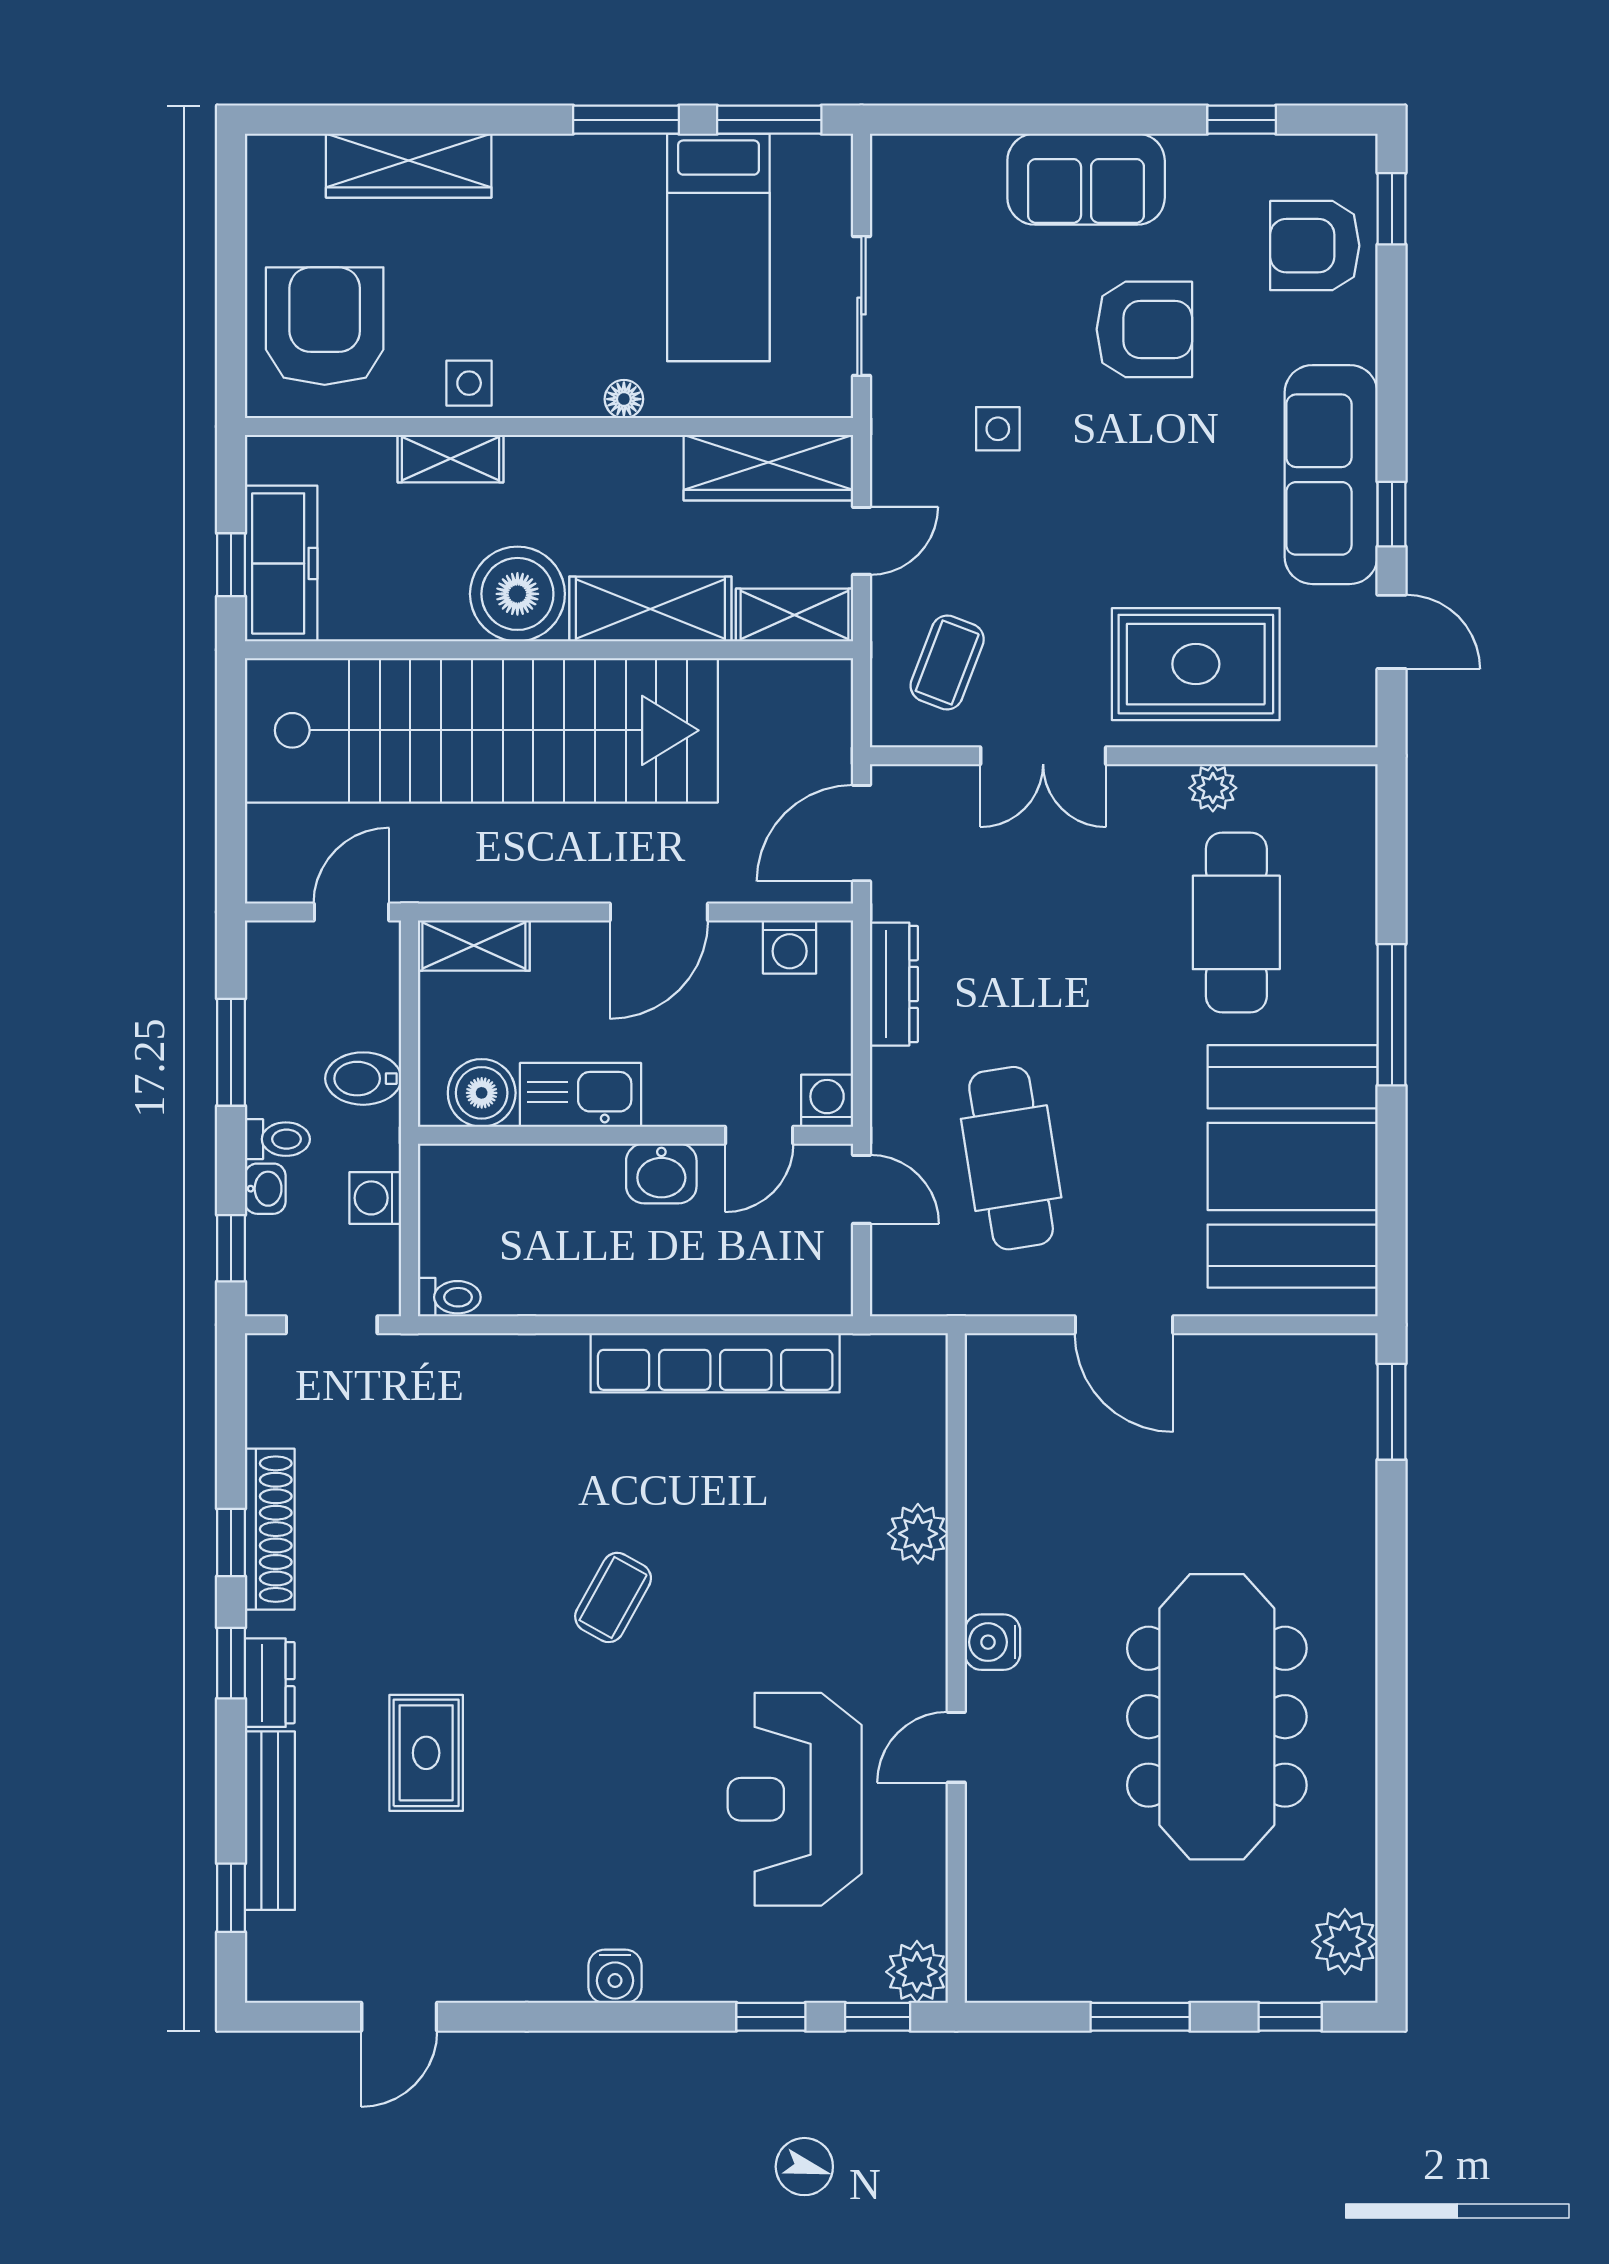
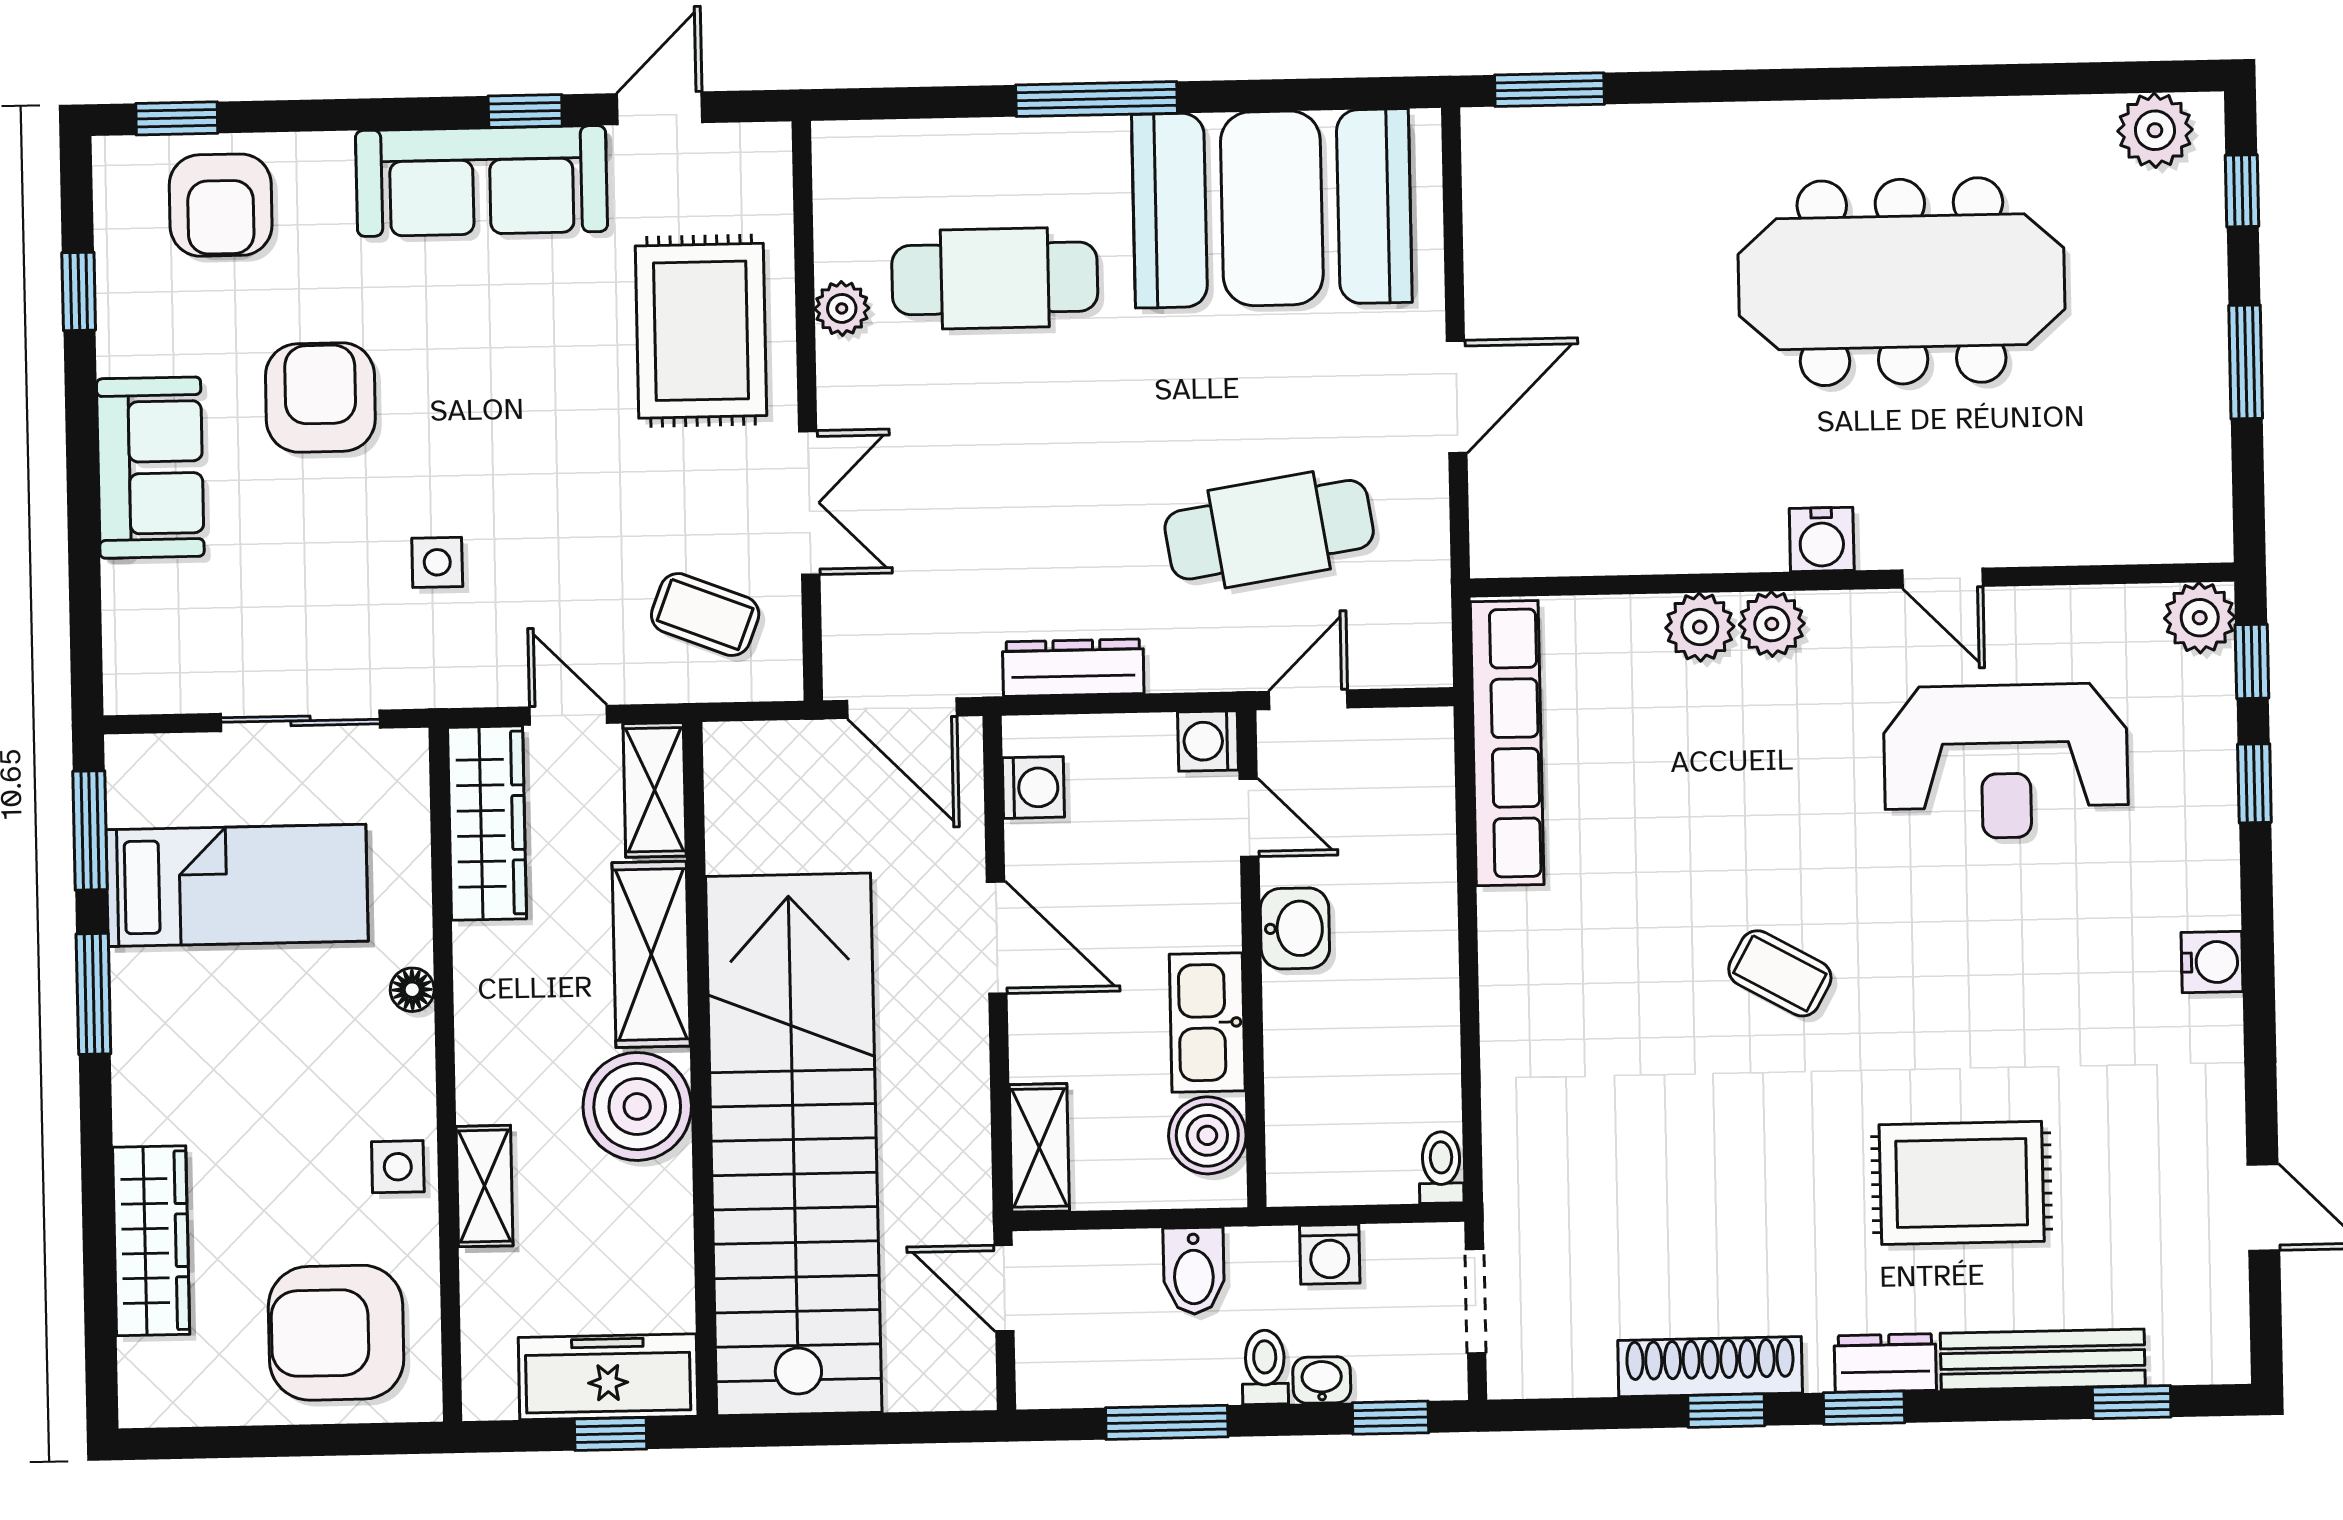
row of seats: (715, 1363) -> (1507, 743), moved
plant: (919, 1597) -> (1772, 624), added
rug: (426, 1753) -> (1962, 1183), width x1.36, depth x1.43

